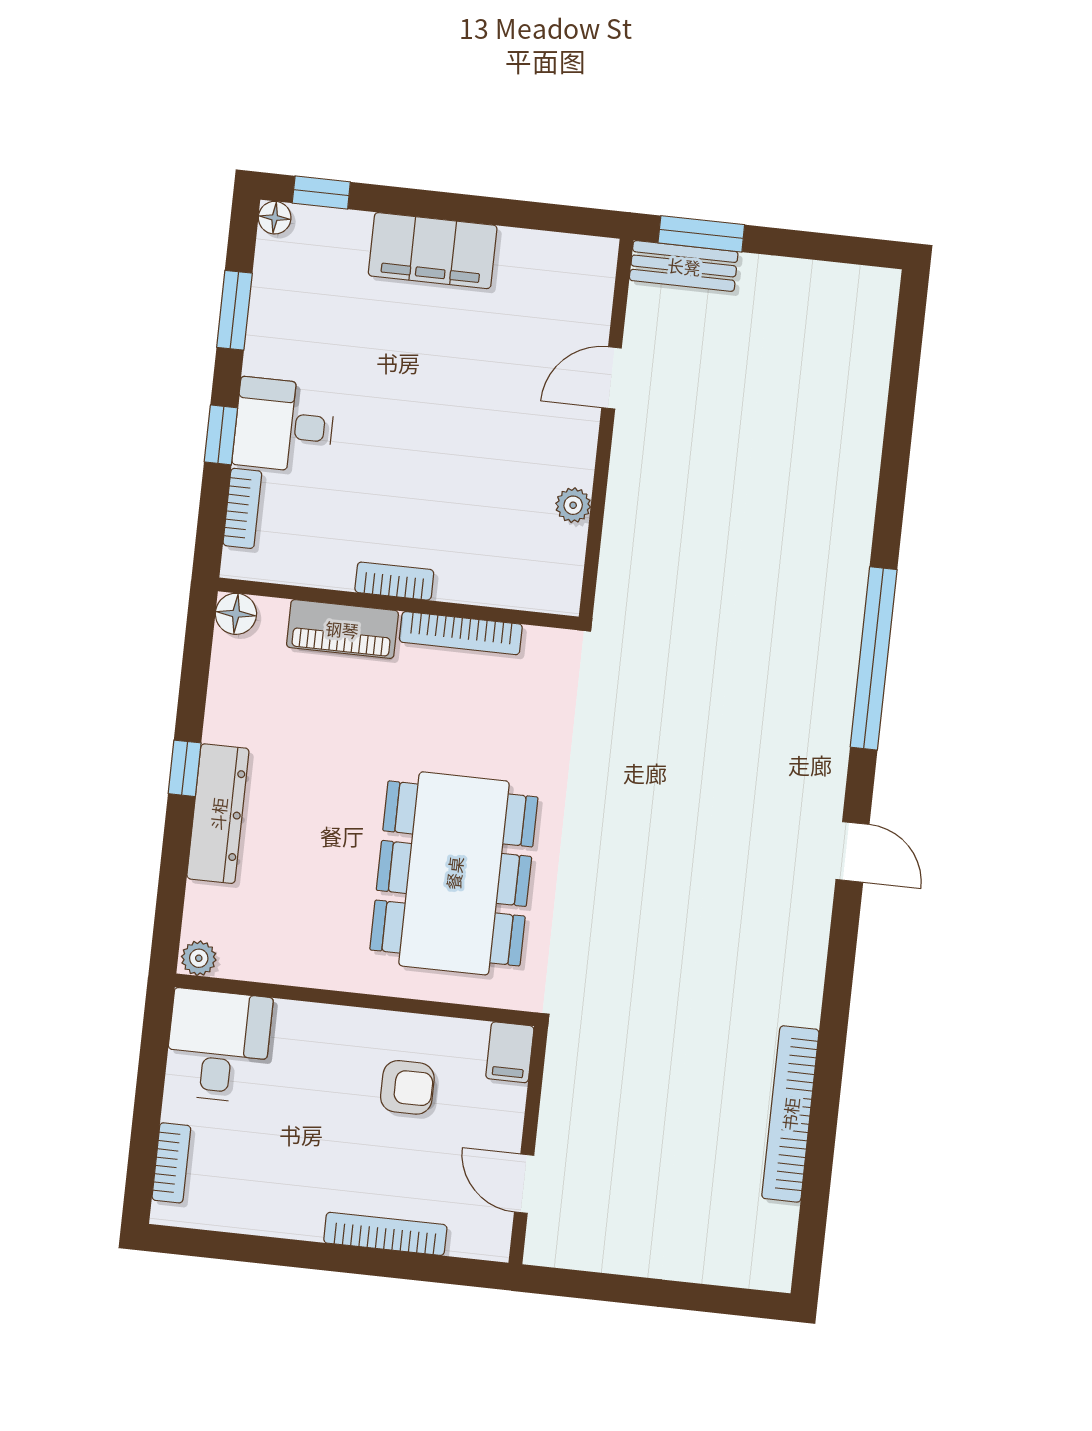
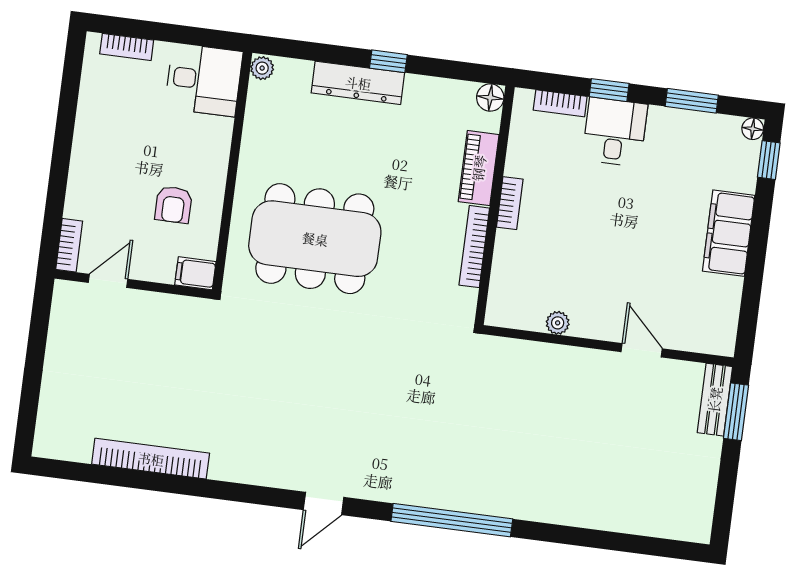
bookcase: (385, 1234) -> (69, 245), moved, width x0.64

